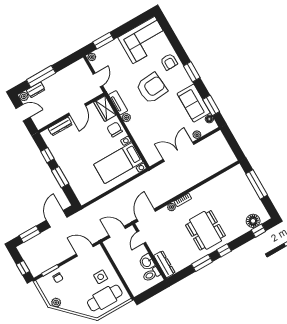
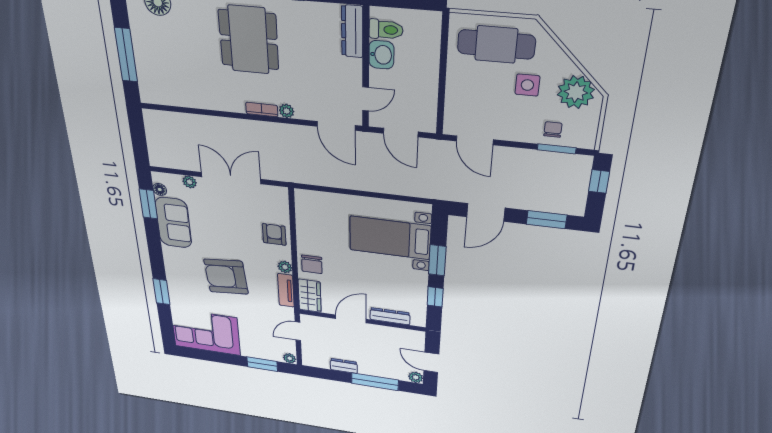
armchair: (169, 62) -> (274, 234), moved
window: (192, 72) -> (161, 292), moved
dresser: (36, 90) -> (344, 366), moved
double door: (178, 152) -> (231, 178), swing flipped
bed with nightstands: (118, 163) -> (390, 238), moved, turned 180
door: (146, 215) -> (336, 126), hinge flipped
side table: (101, 277) -> (527, 85), moved
plant: (56, 303) -> (576, 92), width x1.87, depth x1.87

